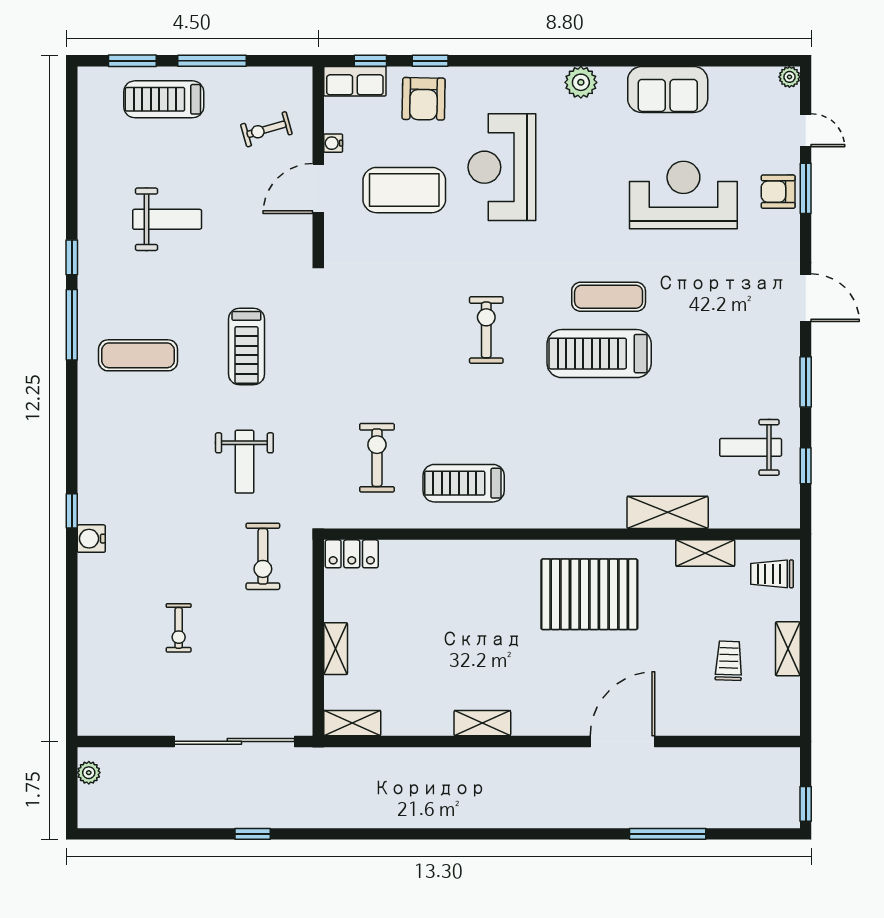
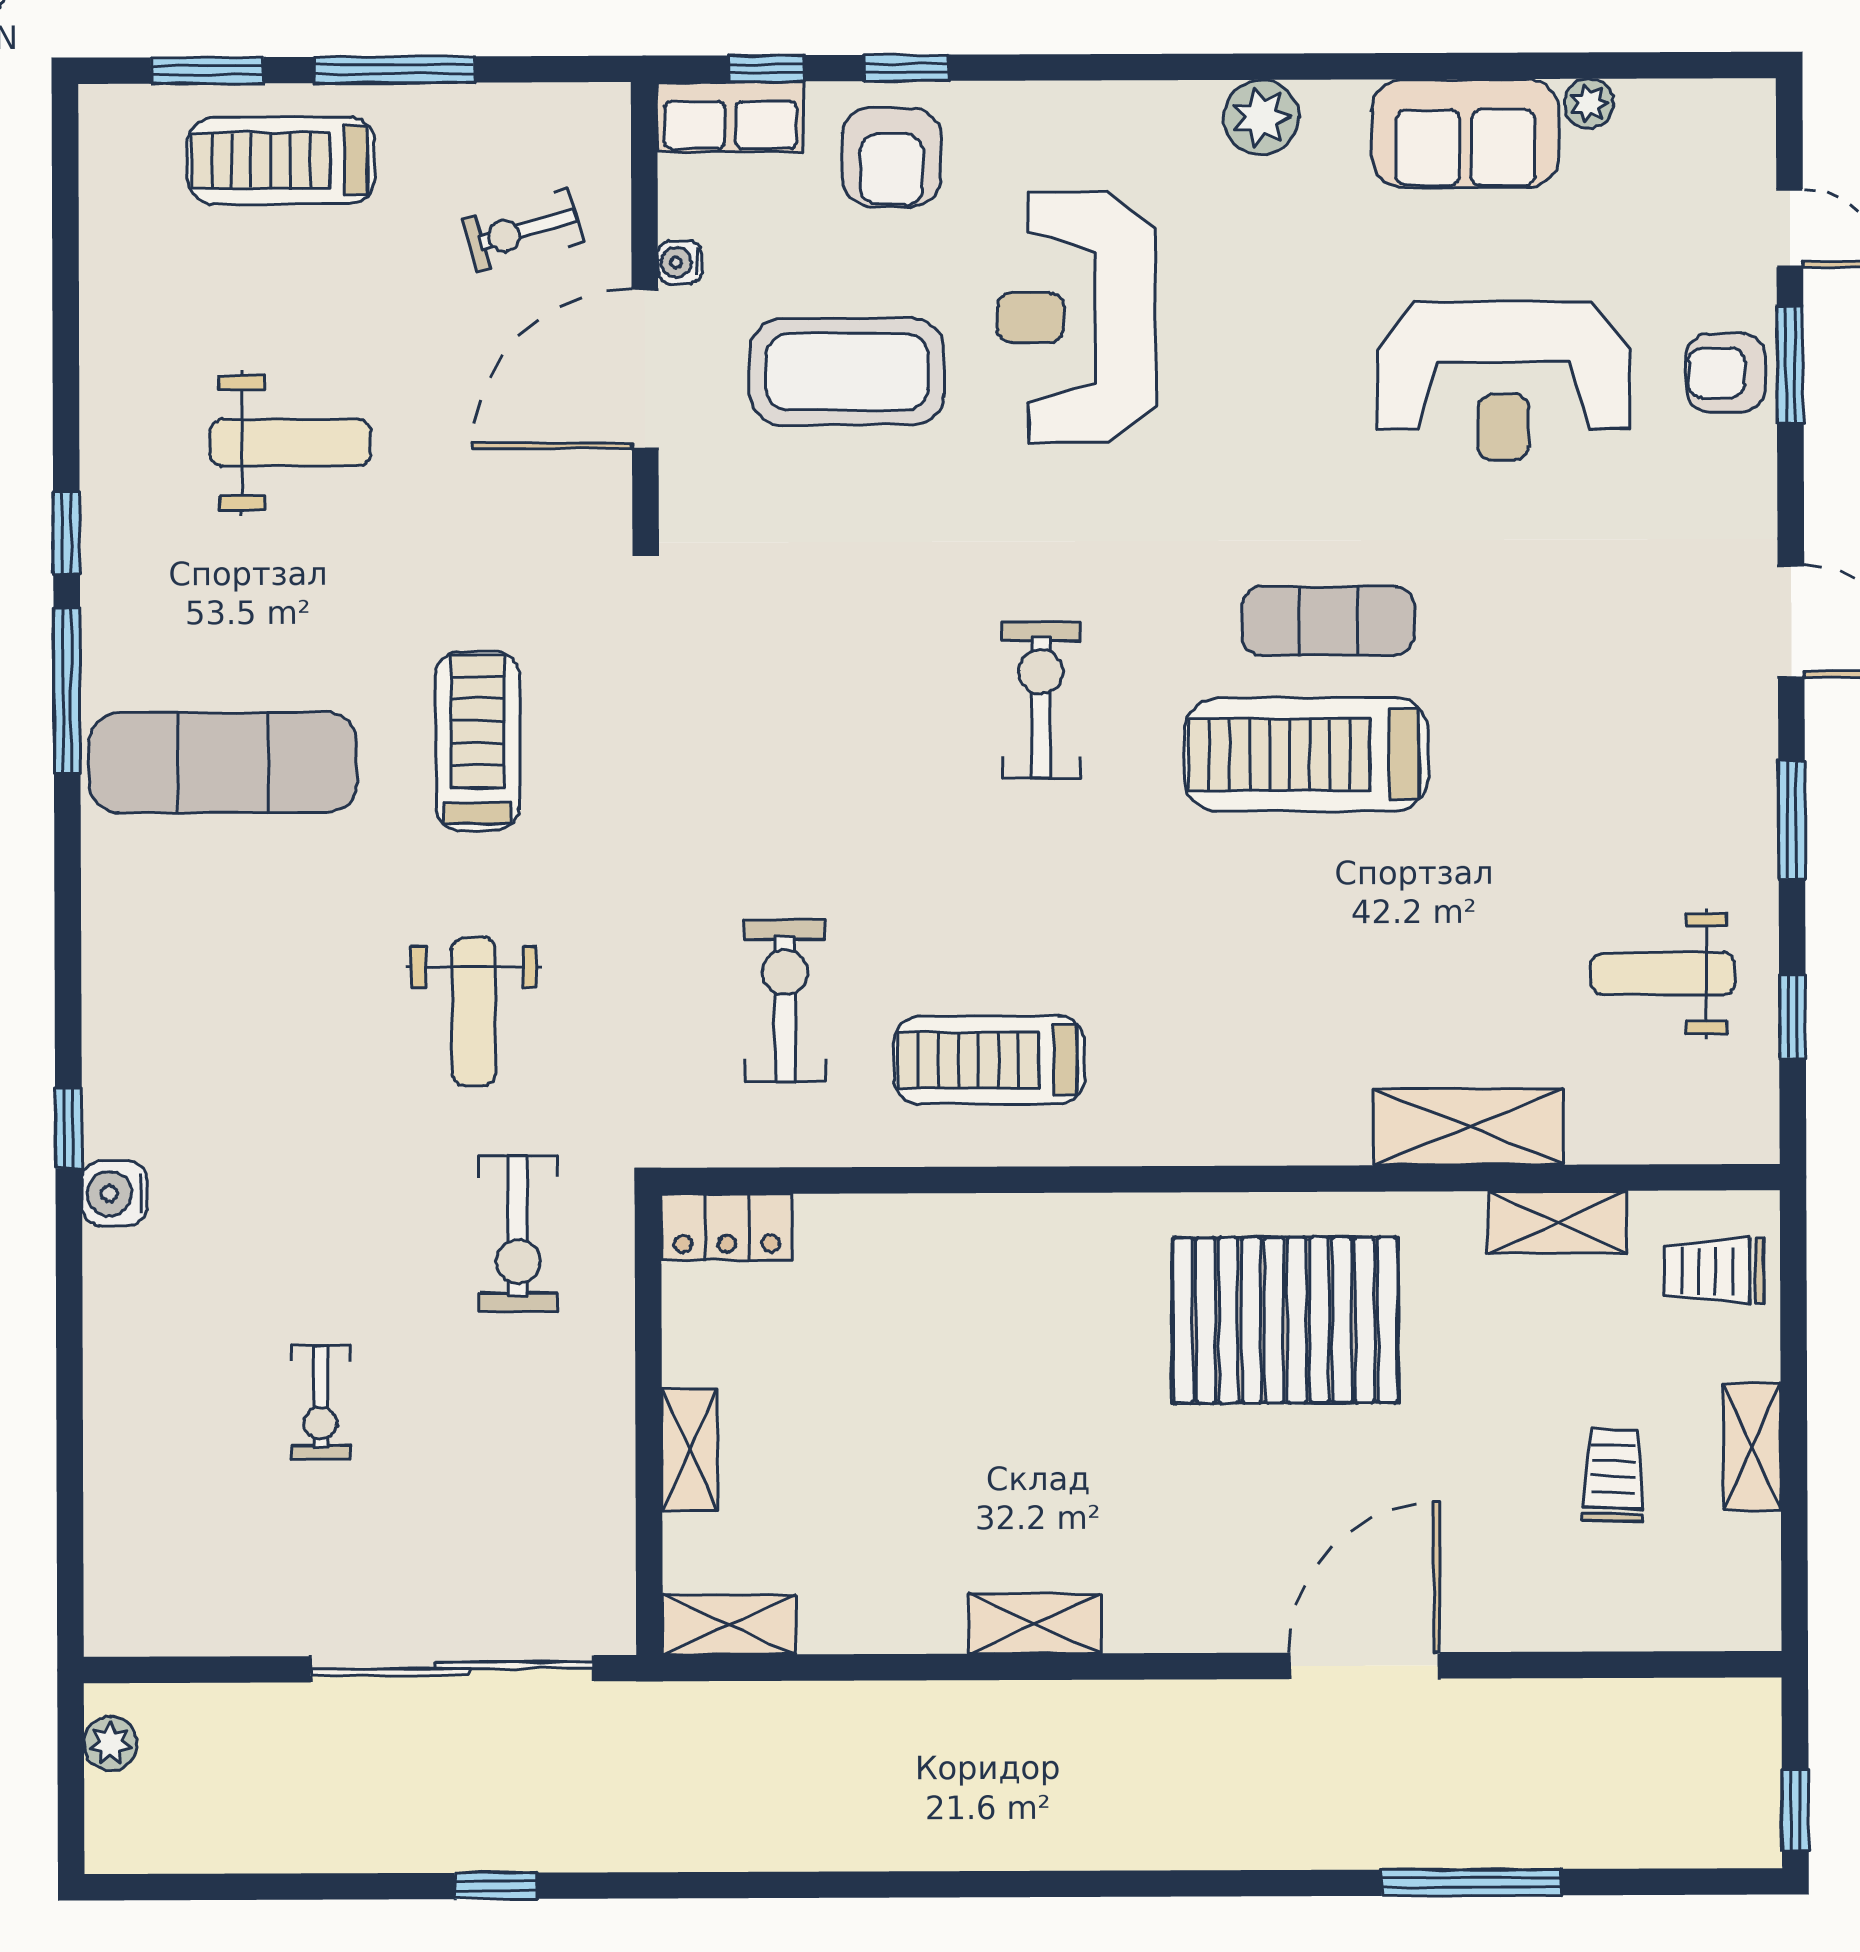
plant: (789, 77) -> (1589, 103), moved
door: (318, 188) -> (645, 369), width x1.36
reception desk: (683, 195) -> (1503, 381), turned 180
treadmill: (246, 347) -> (478, 741), turned 180
exercise mat: (138, 355) -> (223, 762), width x1.36, depth x1.45

